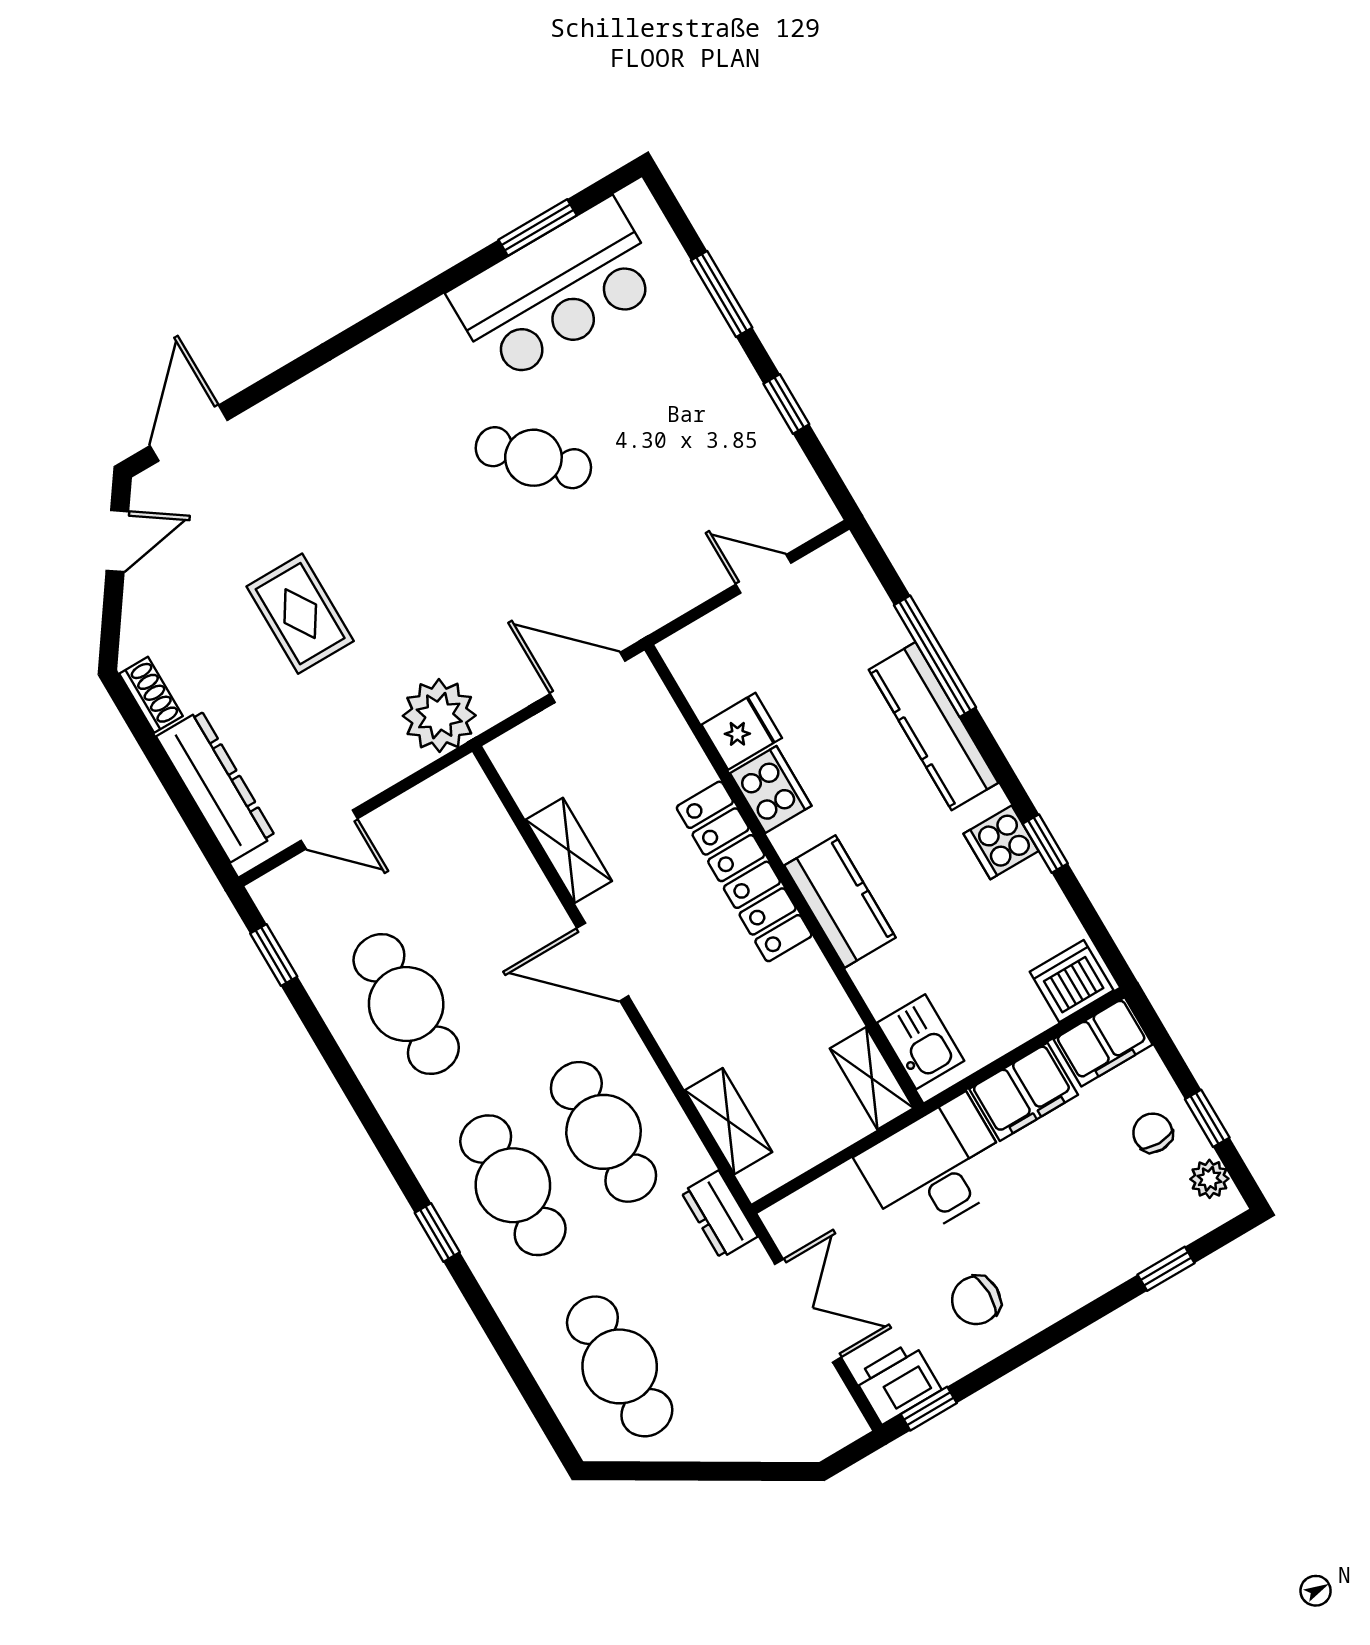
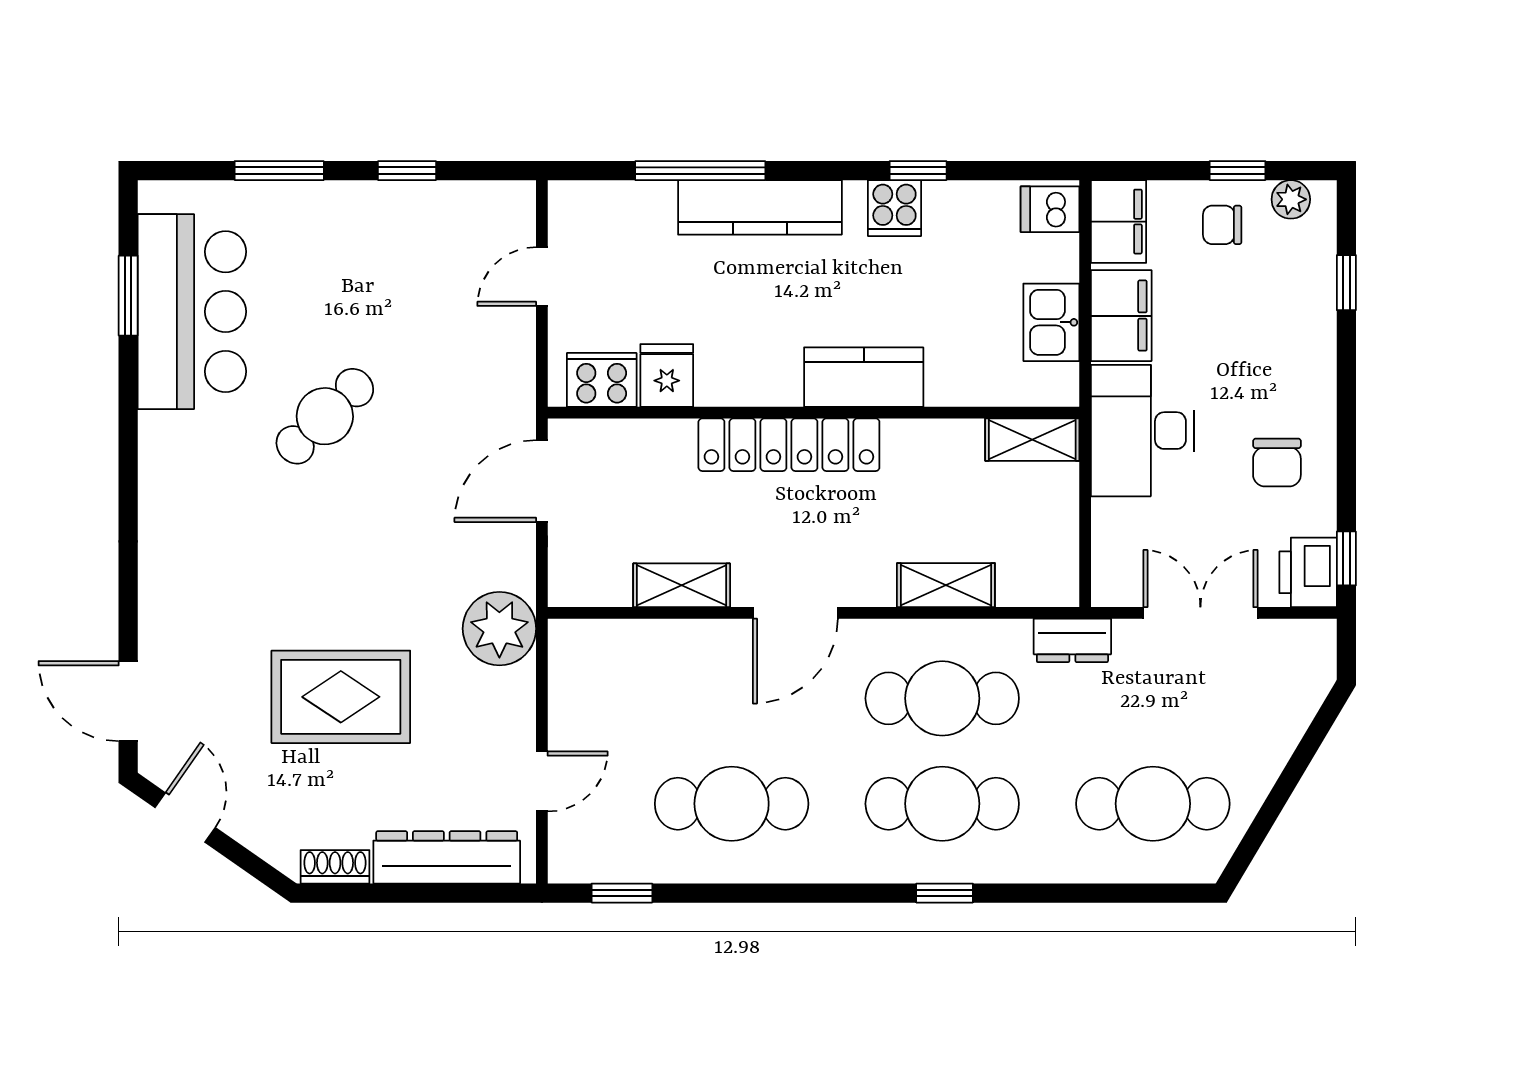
rug: (300, 614) -> (341, 697), width x1.36, depth x1.43
cooker: (771, 790) -> (602, 380), moved
dishwasher: (1072, 981) -> (1050, 209), width x0.73
kitchen sink: (921, 1042) -> (1051, 322), moved, turned -90
shelving: (728, 1121) -> (946, 585), moved

